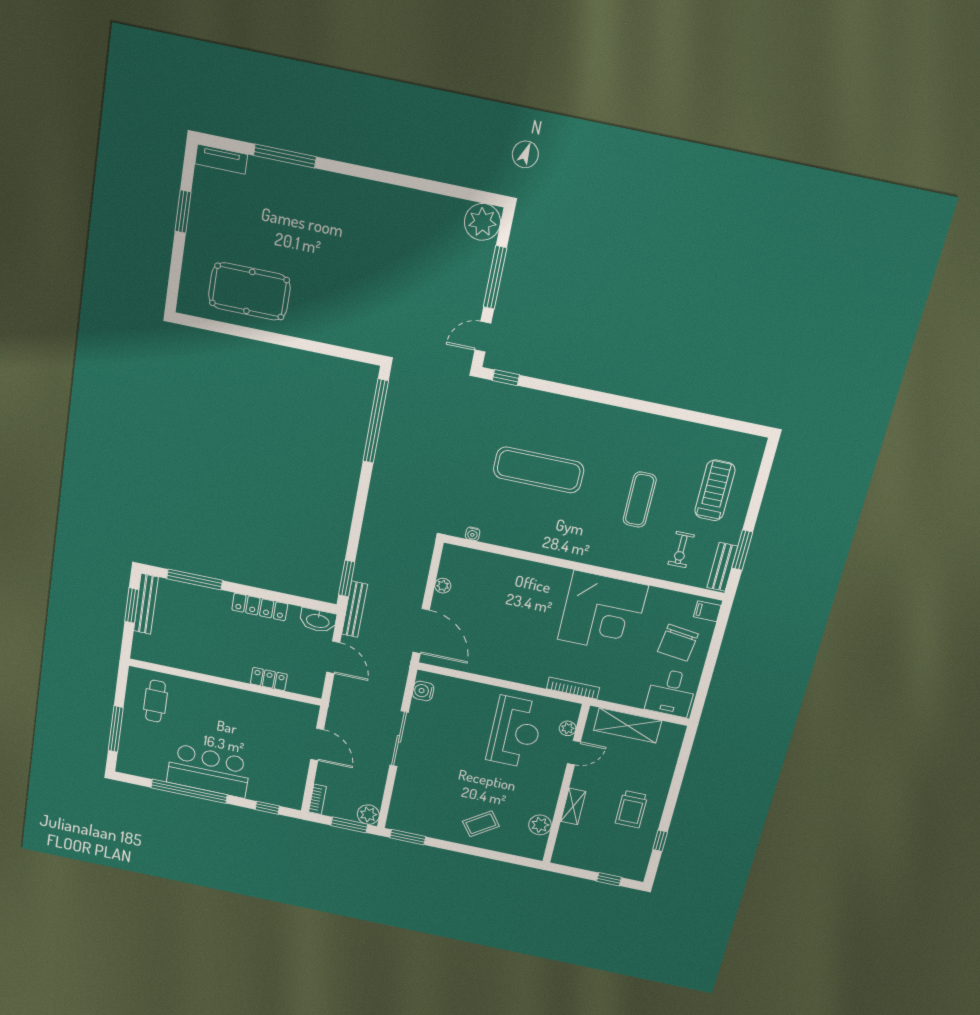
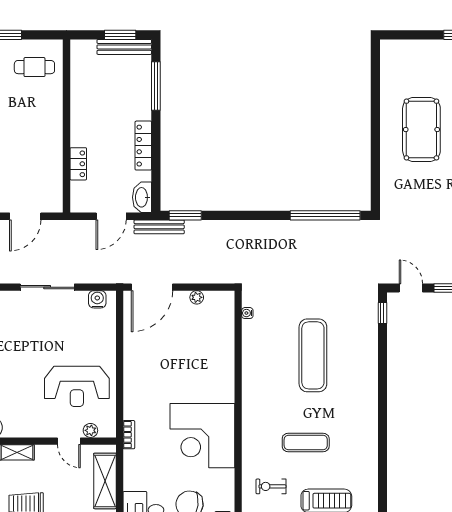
pool table: (249, 291) -> (421, 130), moved
bookcase: (573, 688) -> (129, 435), width x0.64

